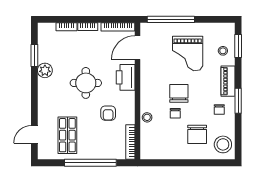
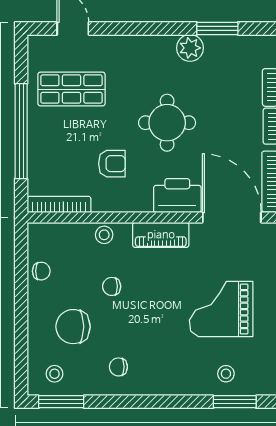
door: (138, 48) -> (232, 217), width x1.36
piano: (228, 81) -> (161, 235), moved, turned 180
chair: (179, 93) -> (41, 271), moved, width x0.54, depth x0.54
window: (238, 101) -> (61, 402), moved
armchair: (108, 113) -> (112, 164), turned 180
stool: (223, 144) -> (55, 374), width x0.53, depth x0.53

